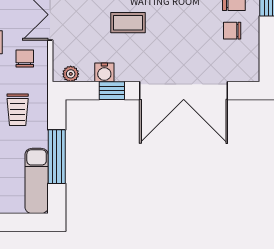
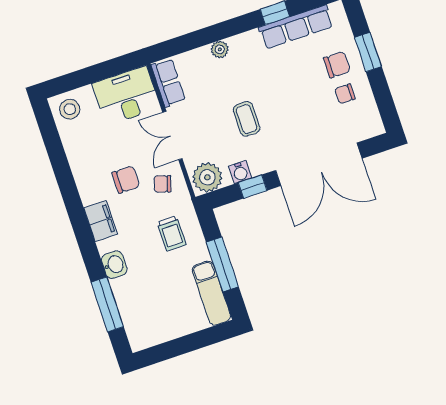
coffee table: (128, 23) -> (247, 119), turned 90
chair: (25, 58) -> (162, 184), turned -72
plant: (71, 74) -> (207, 177), width x1.88, depth x1.88

